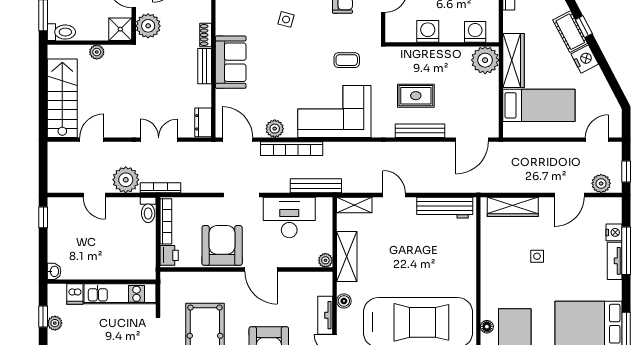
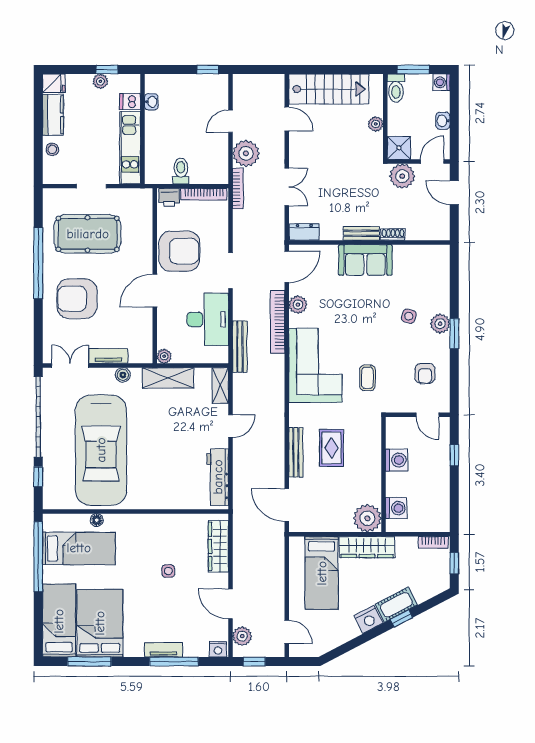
toilet: (148, 210) -> (181, 171), moved, turned 90
nightstand: (614, 232) -> (218, 649), moved
washbasin: (54, 271) -> (151, 102), moved, turned -90

